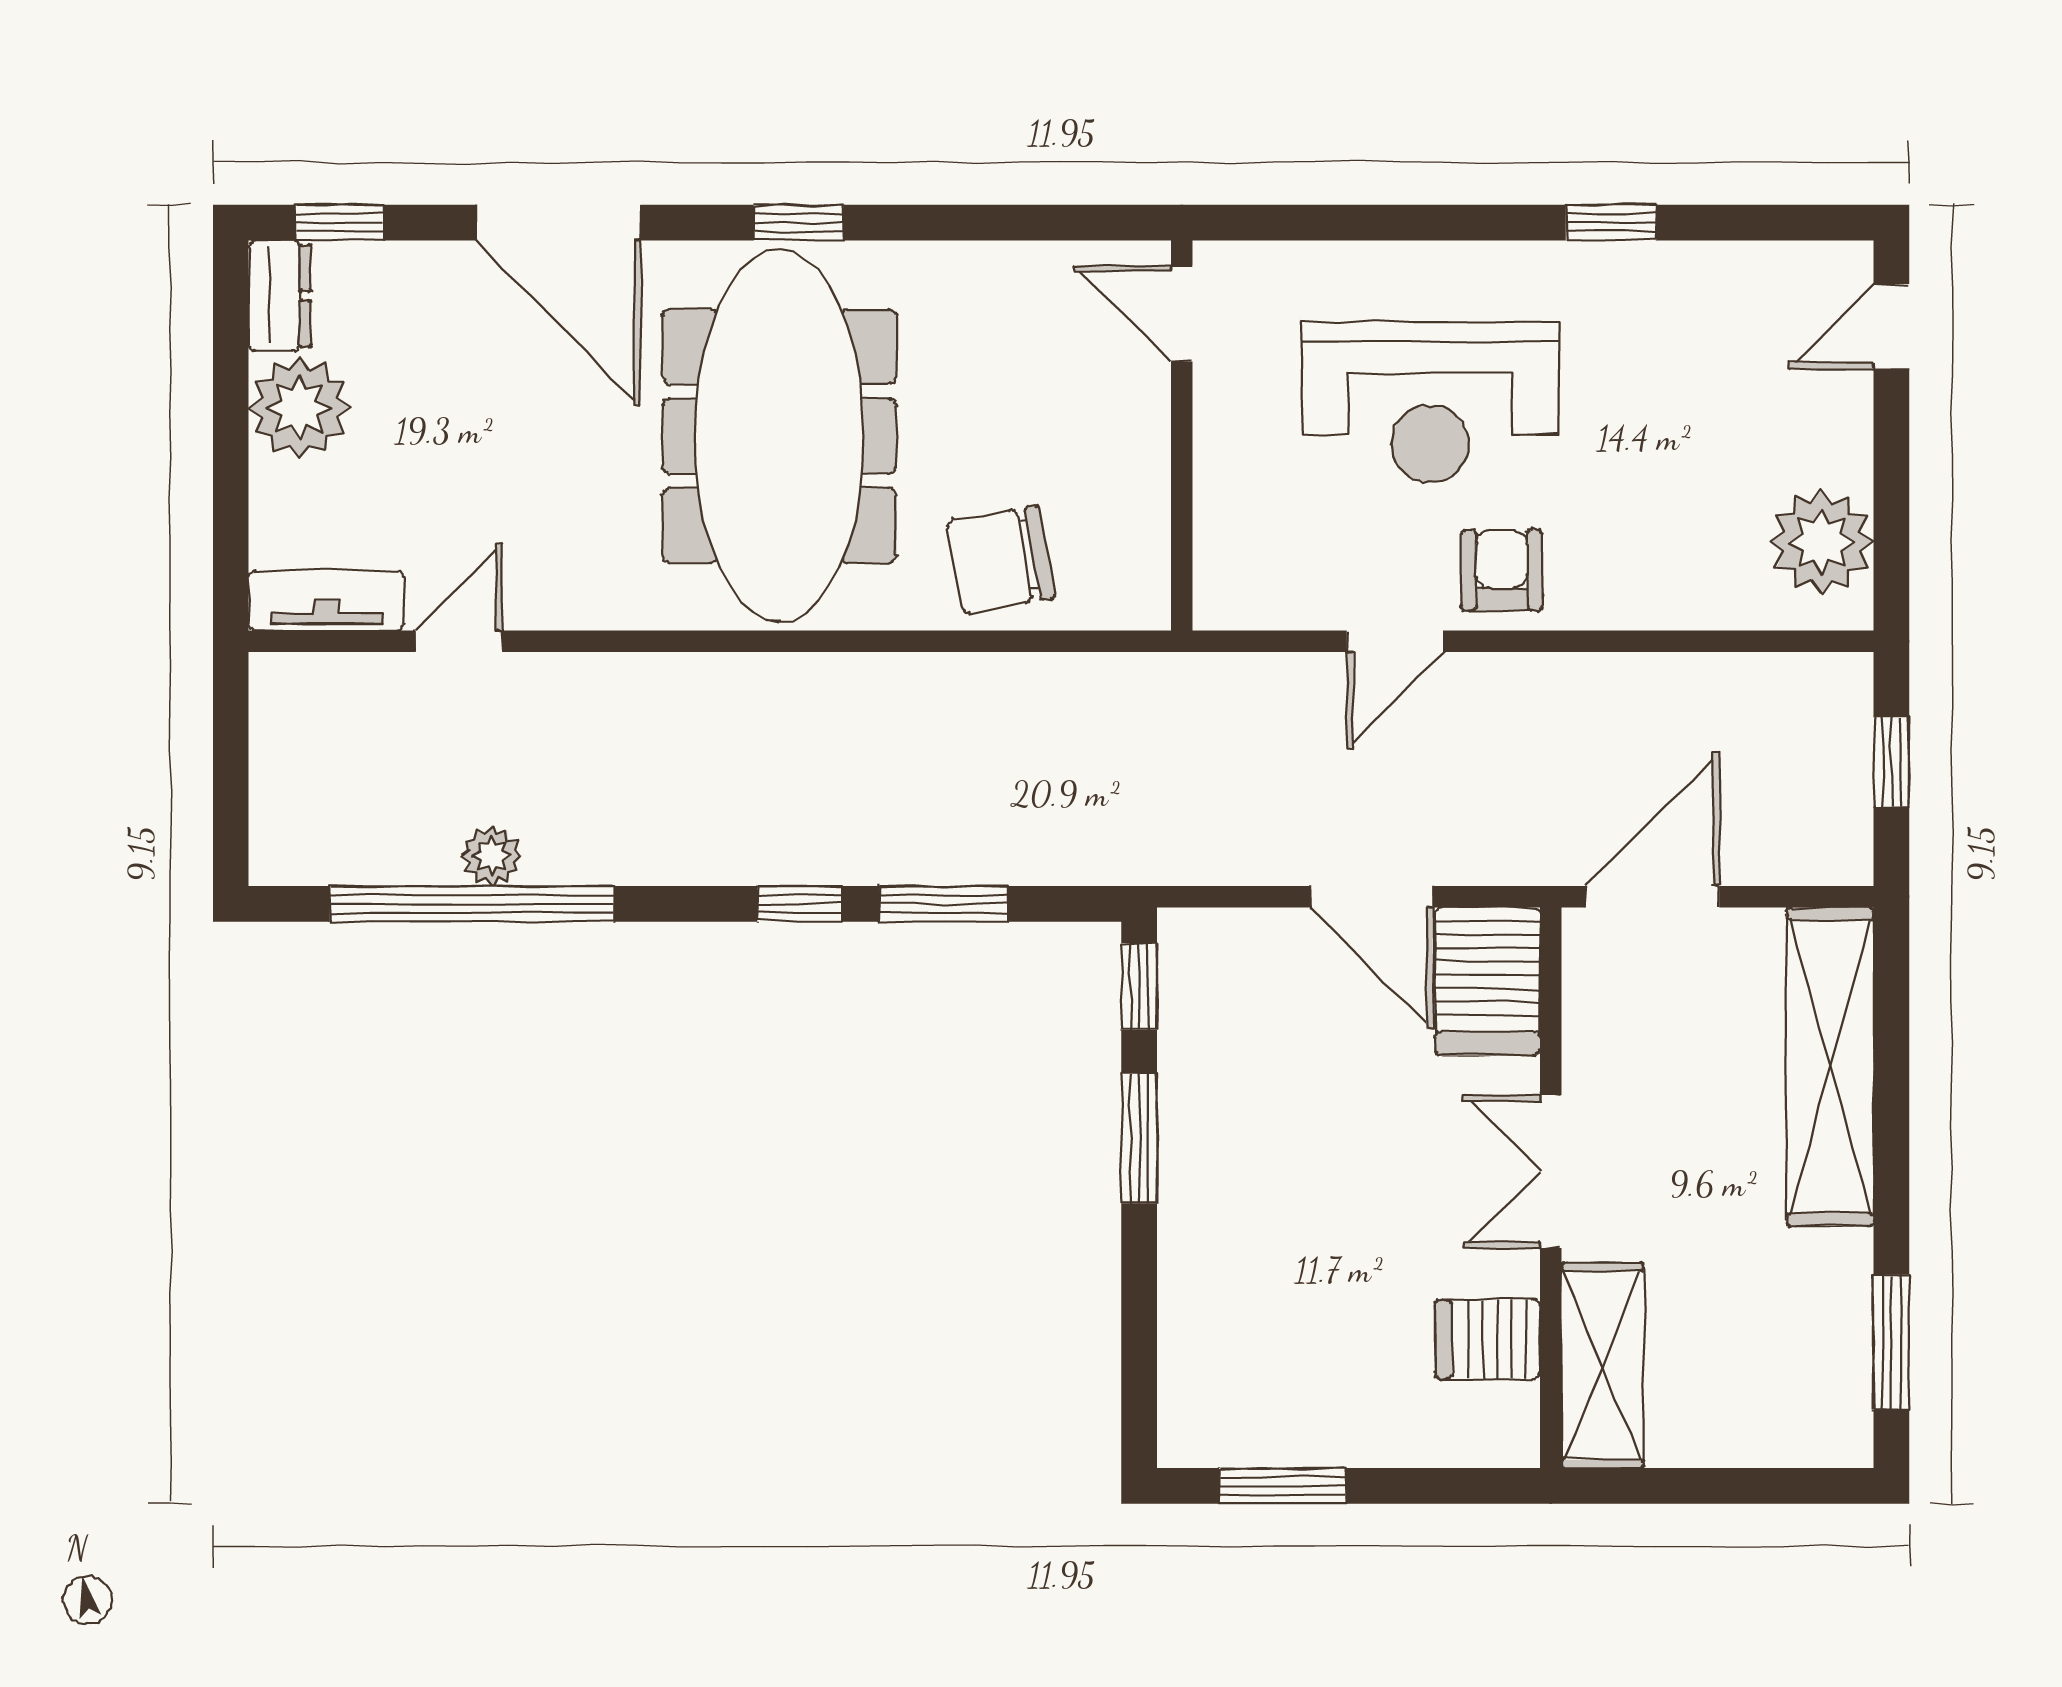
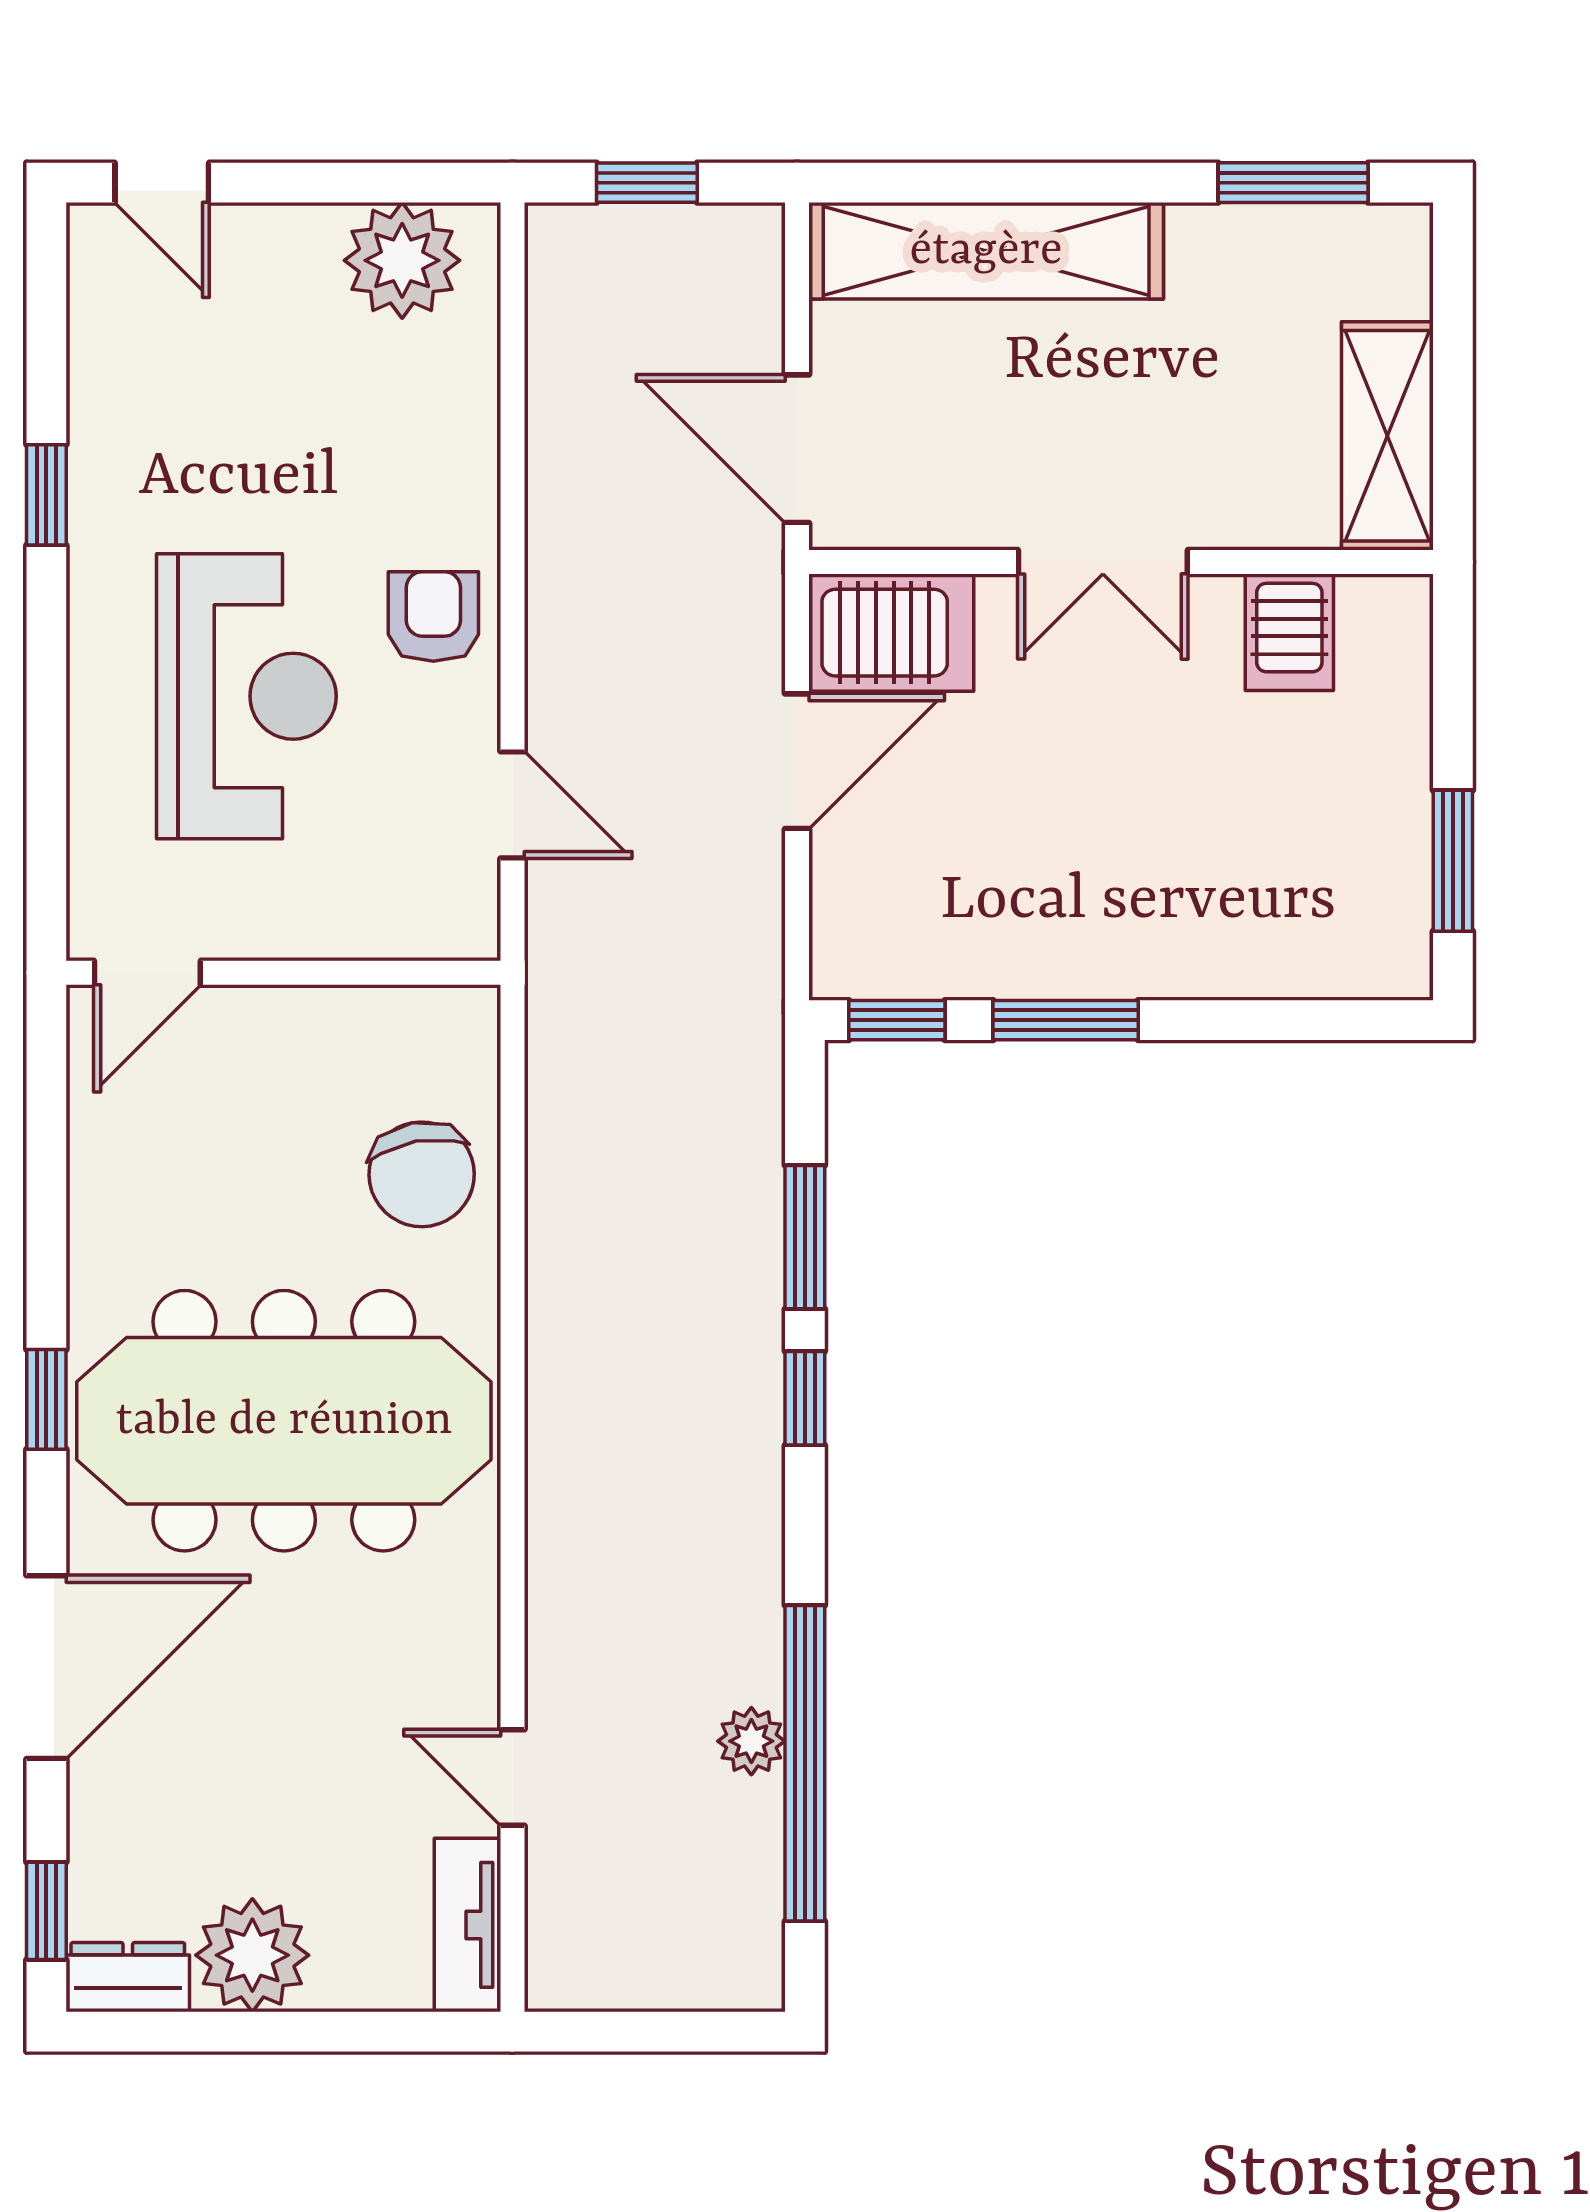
armchair: (1502, 570) -> (433, 617), turned 90
door: (1395, 641) -> (513, 805), moved
shelving: (1602, 1365) -> (1387, 436), moved, turned 90

